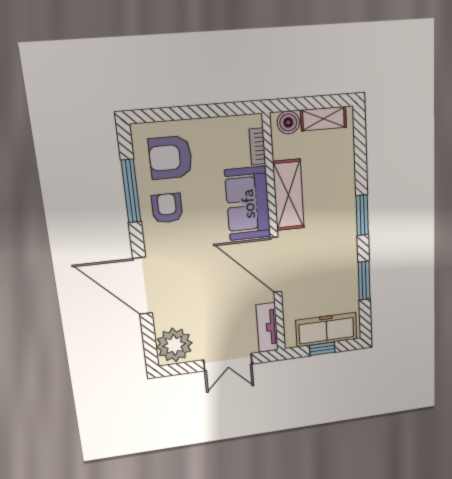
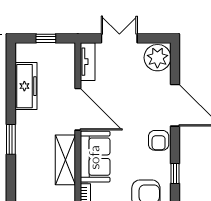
window: (131, 191) -> (175, 173), width x0.46
armchair: (167, 208) -> (159, 140), moved
window: (364, 281) -> (11, 89), removed
freezer: (326, 330) -> (26, 86), moved, turned -90

